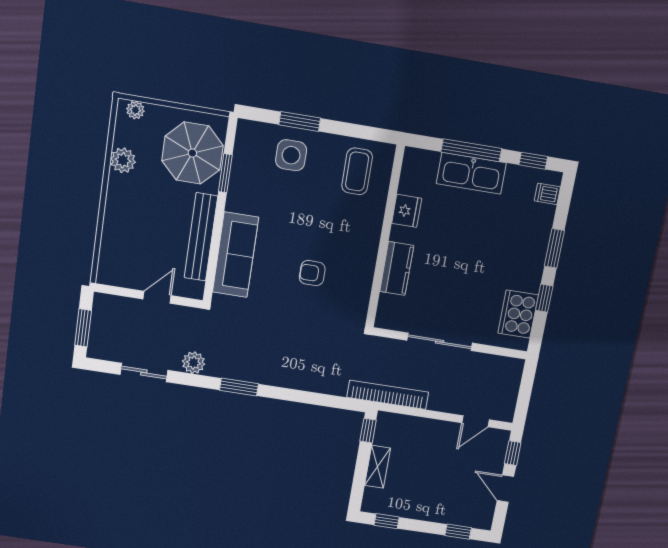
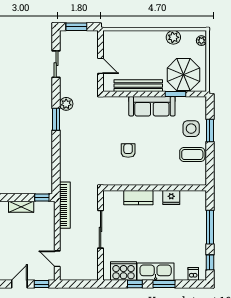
coffee table: (357, 171) -> (192, 155), moved
kitchen sink: (471, 173) -> (156, 272), moved, turned 90
sofa: (236, 255) -> (152, 106), moved
plant: (194, 363) -> (66, 104), moved

